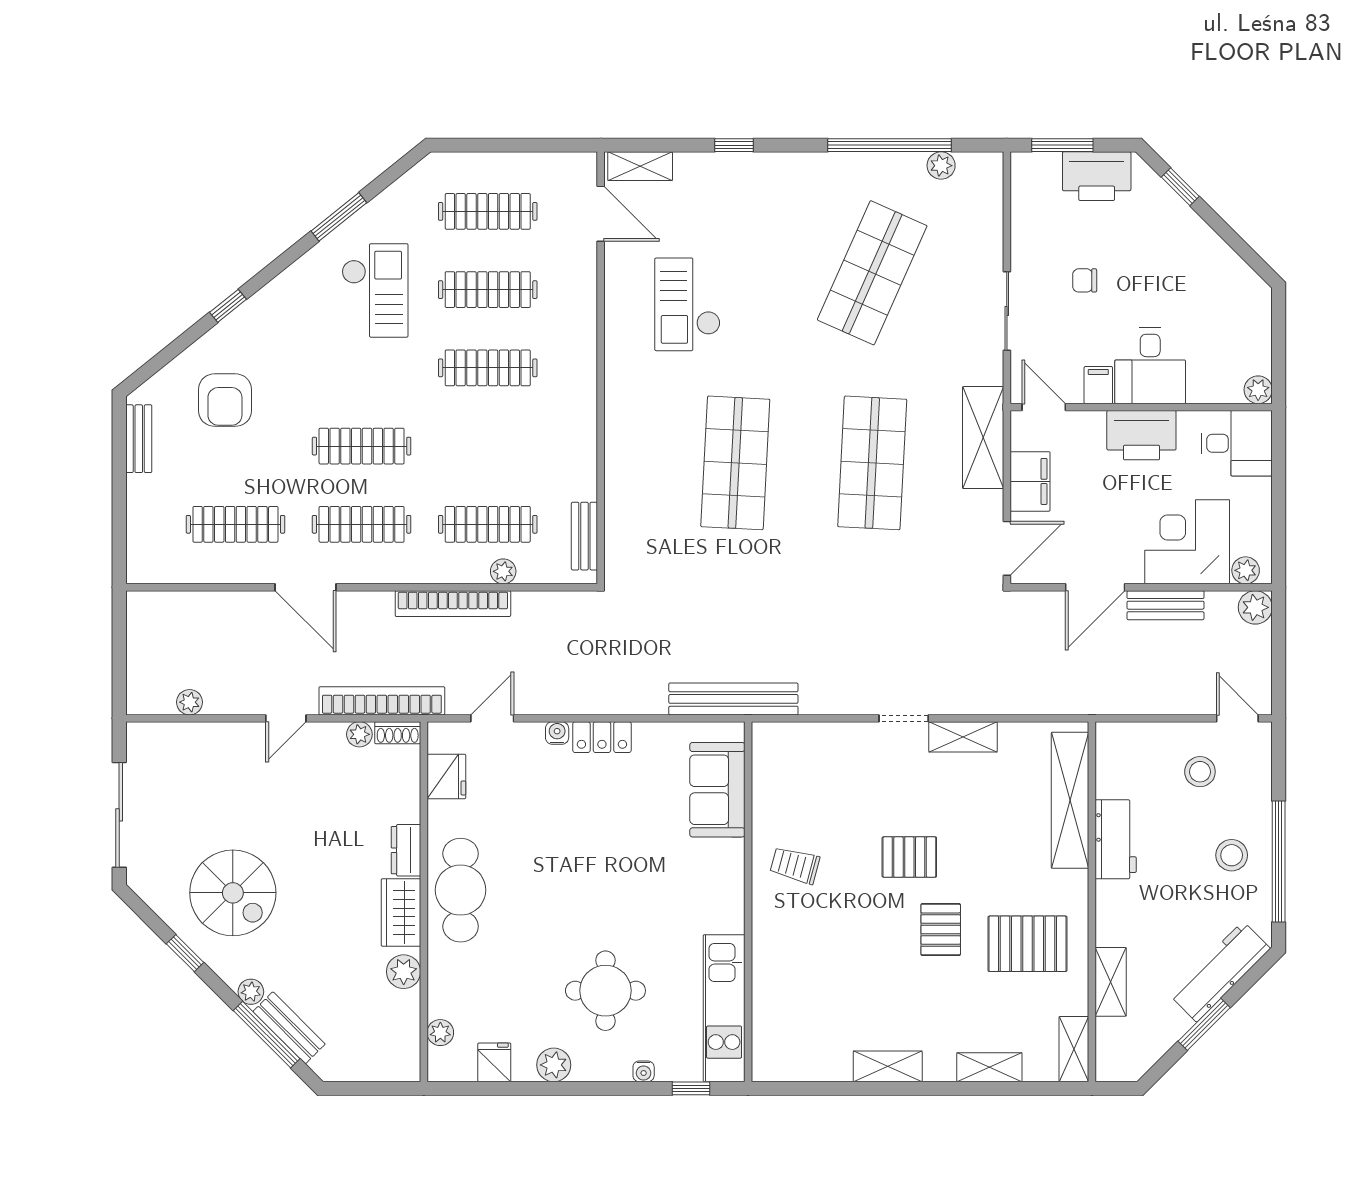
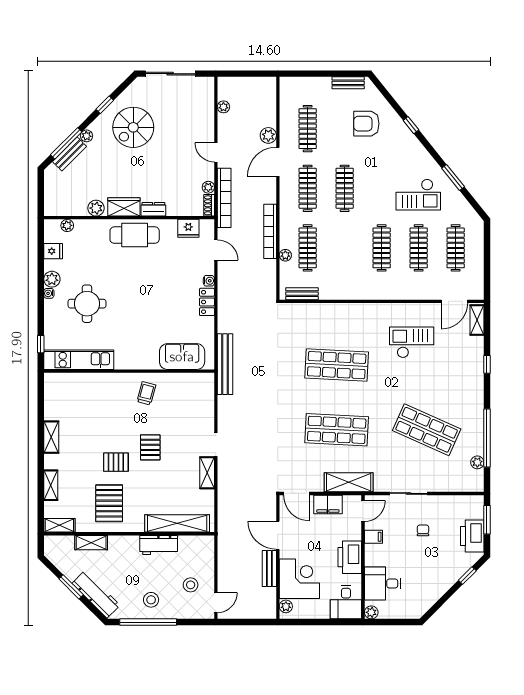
desk: (1150, 366) -> (383, 583), moved
plant: (1255, 607) -> (268, 135), moved
water cooler: (644, 1071) -> (49, 293), moved

